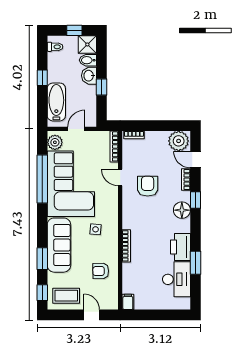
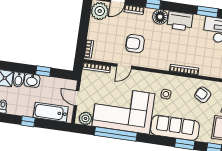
printer: (180, 247) -> (180, 21), moved
armchair: (101, 271) -> (203, 95), turned 119

